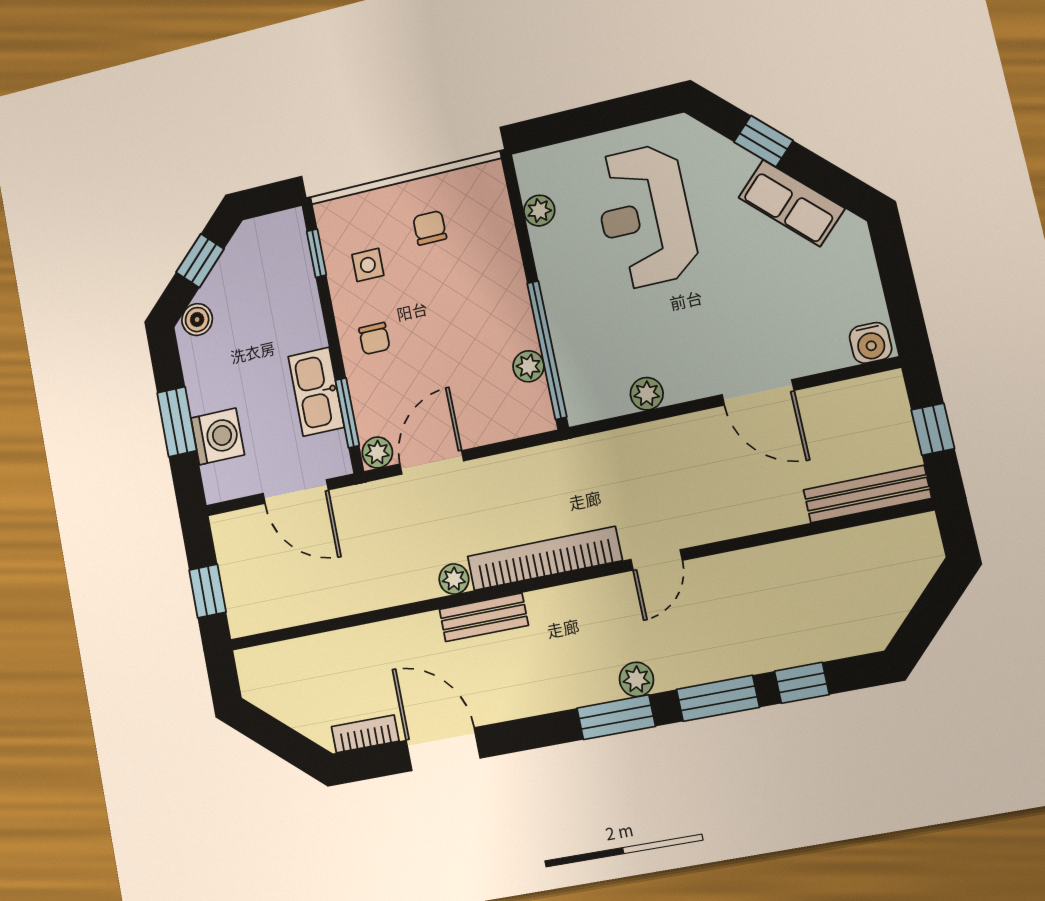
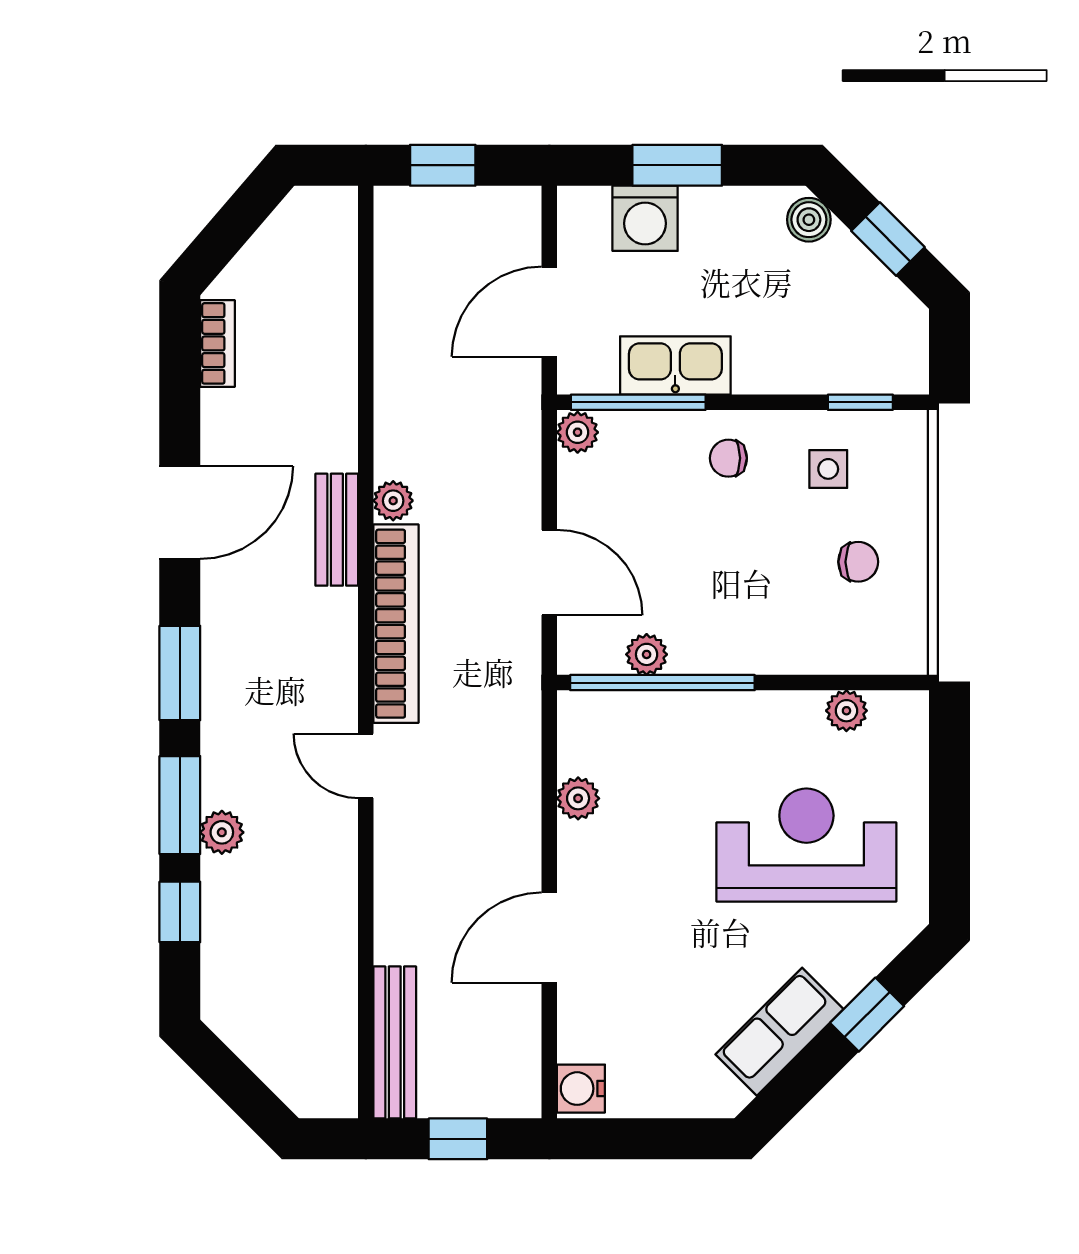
window: (347, 413) -> (638, 402), width x1.44
door: (432, 462) -> (549, 572), moved
plant: (636, 679) -> (222, 832), moved
door: (443, 749) -> (180, 513), moved

